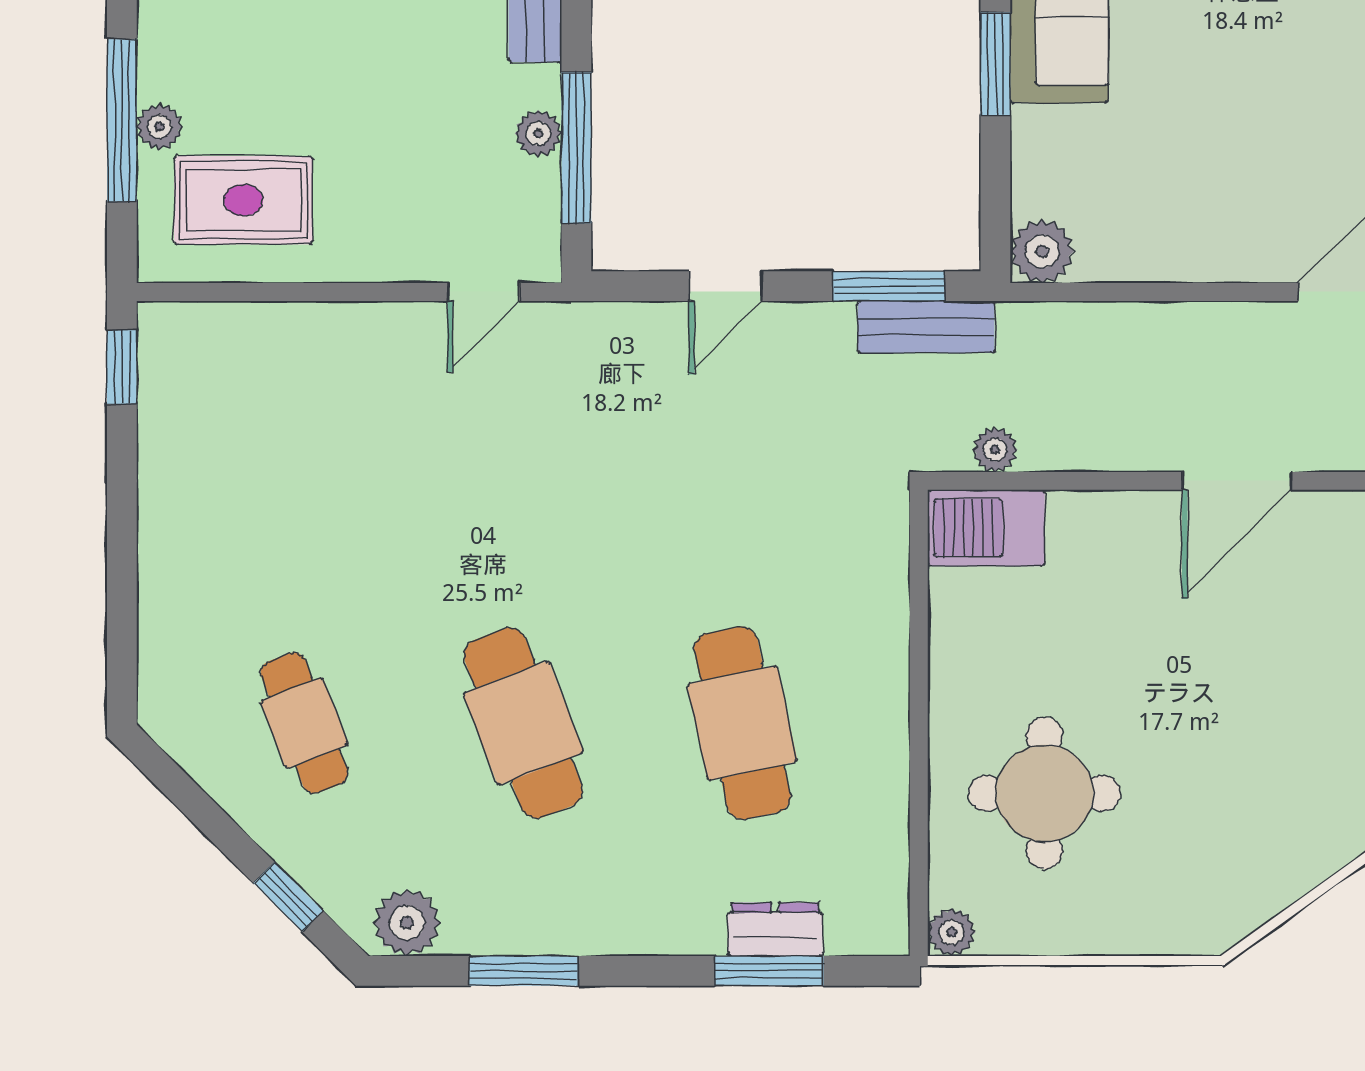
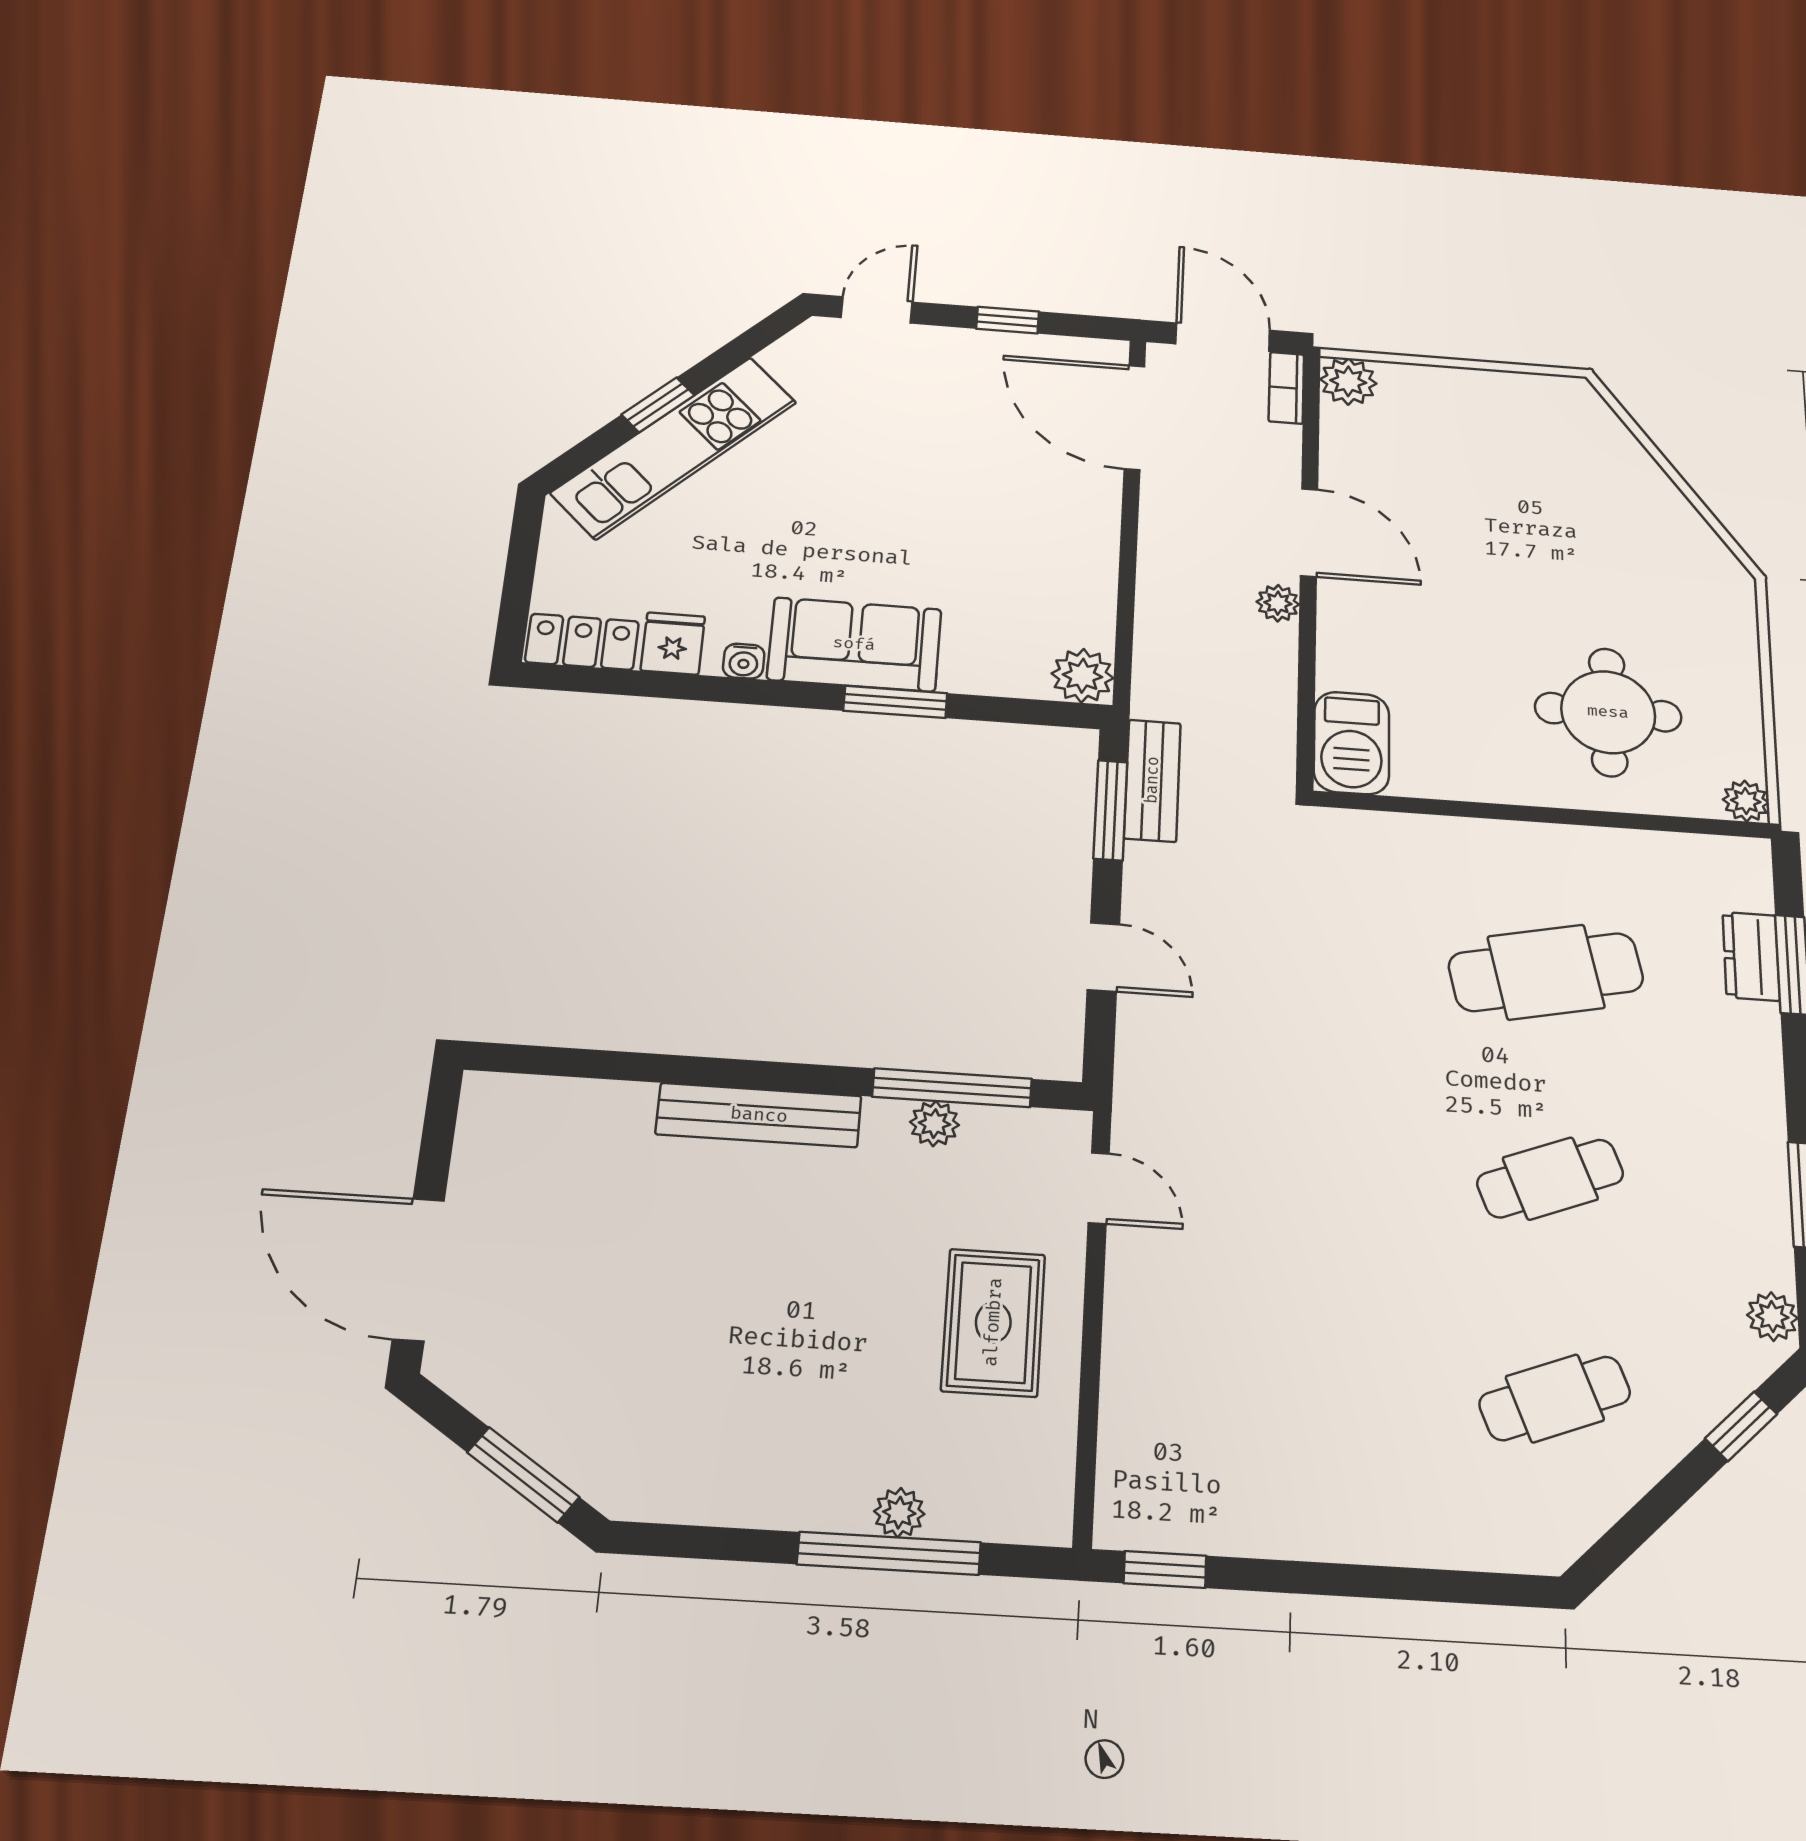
rug: (243, 200) -> (993, 1322), moved
plant: (995, 450) -> (1278, 603), moved
cafe table: (523, 723) -> (1550, 1178), width x0.73, depth x0.74
plant: (407, 923) -> (1772, 1317), width x0.73, depth x0.73

